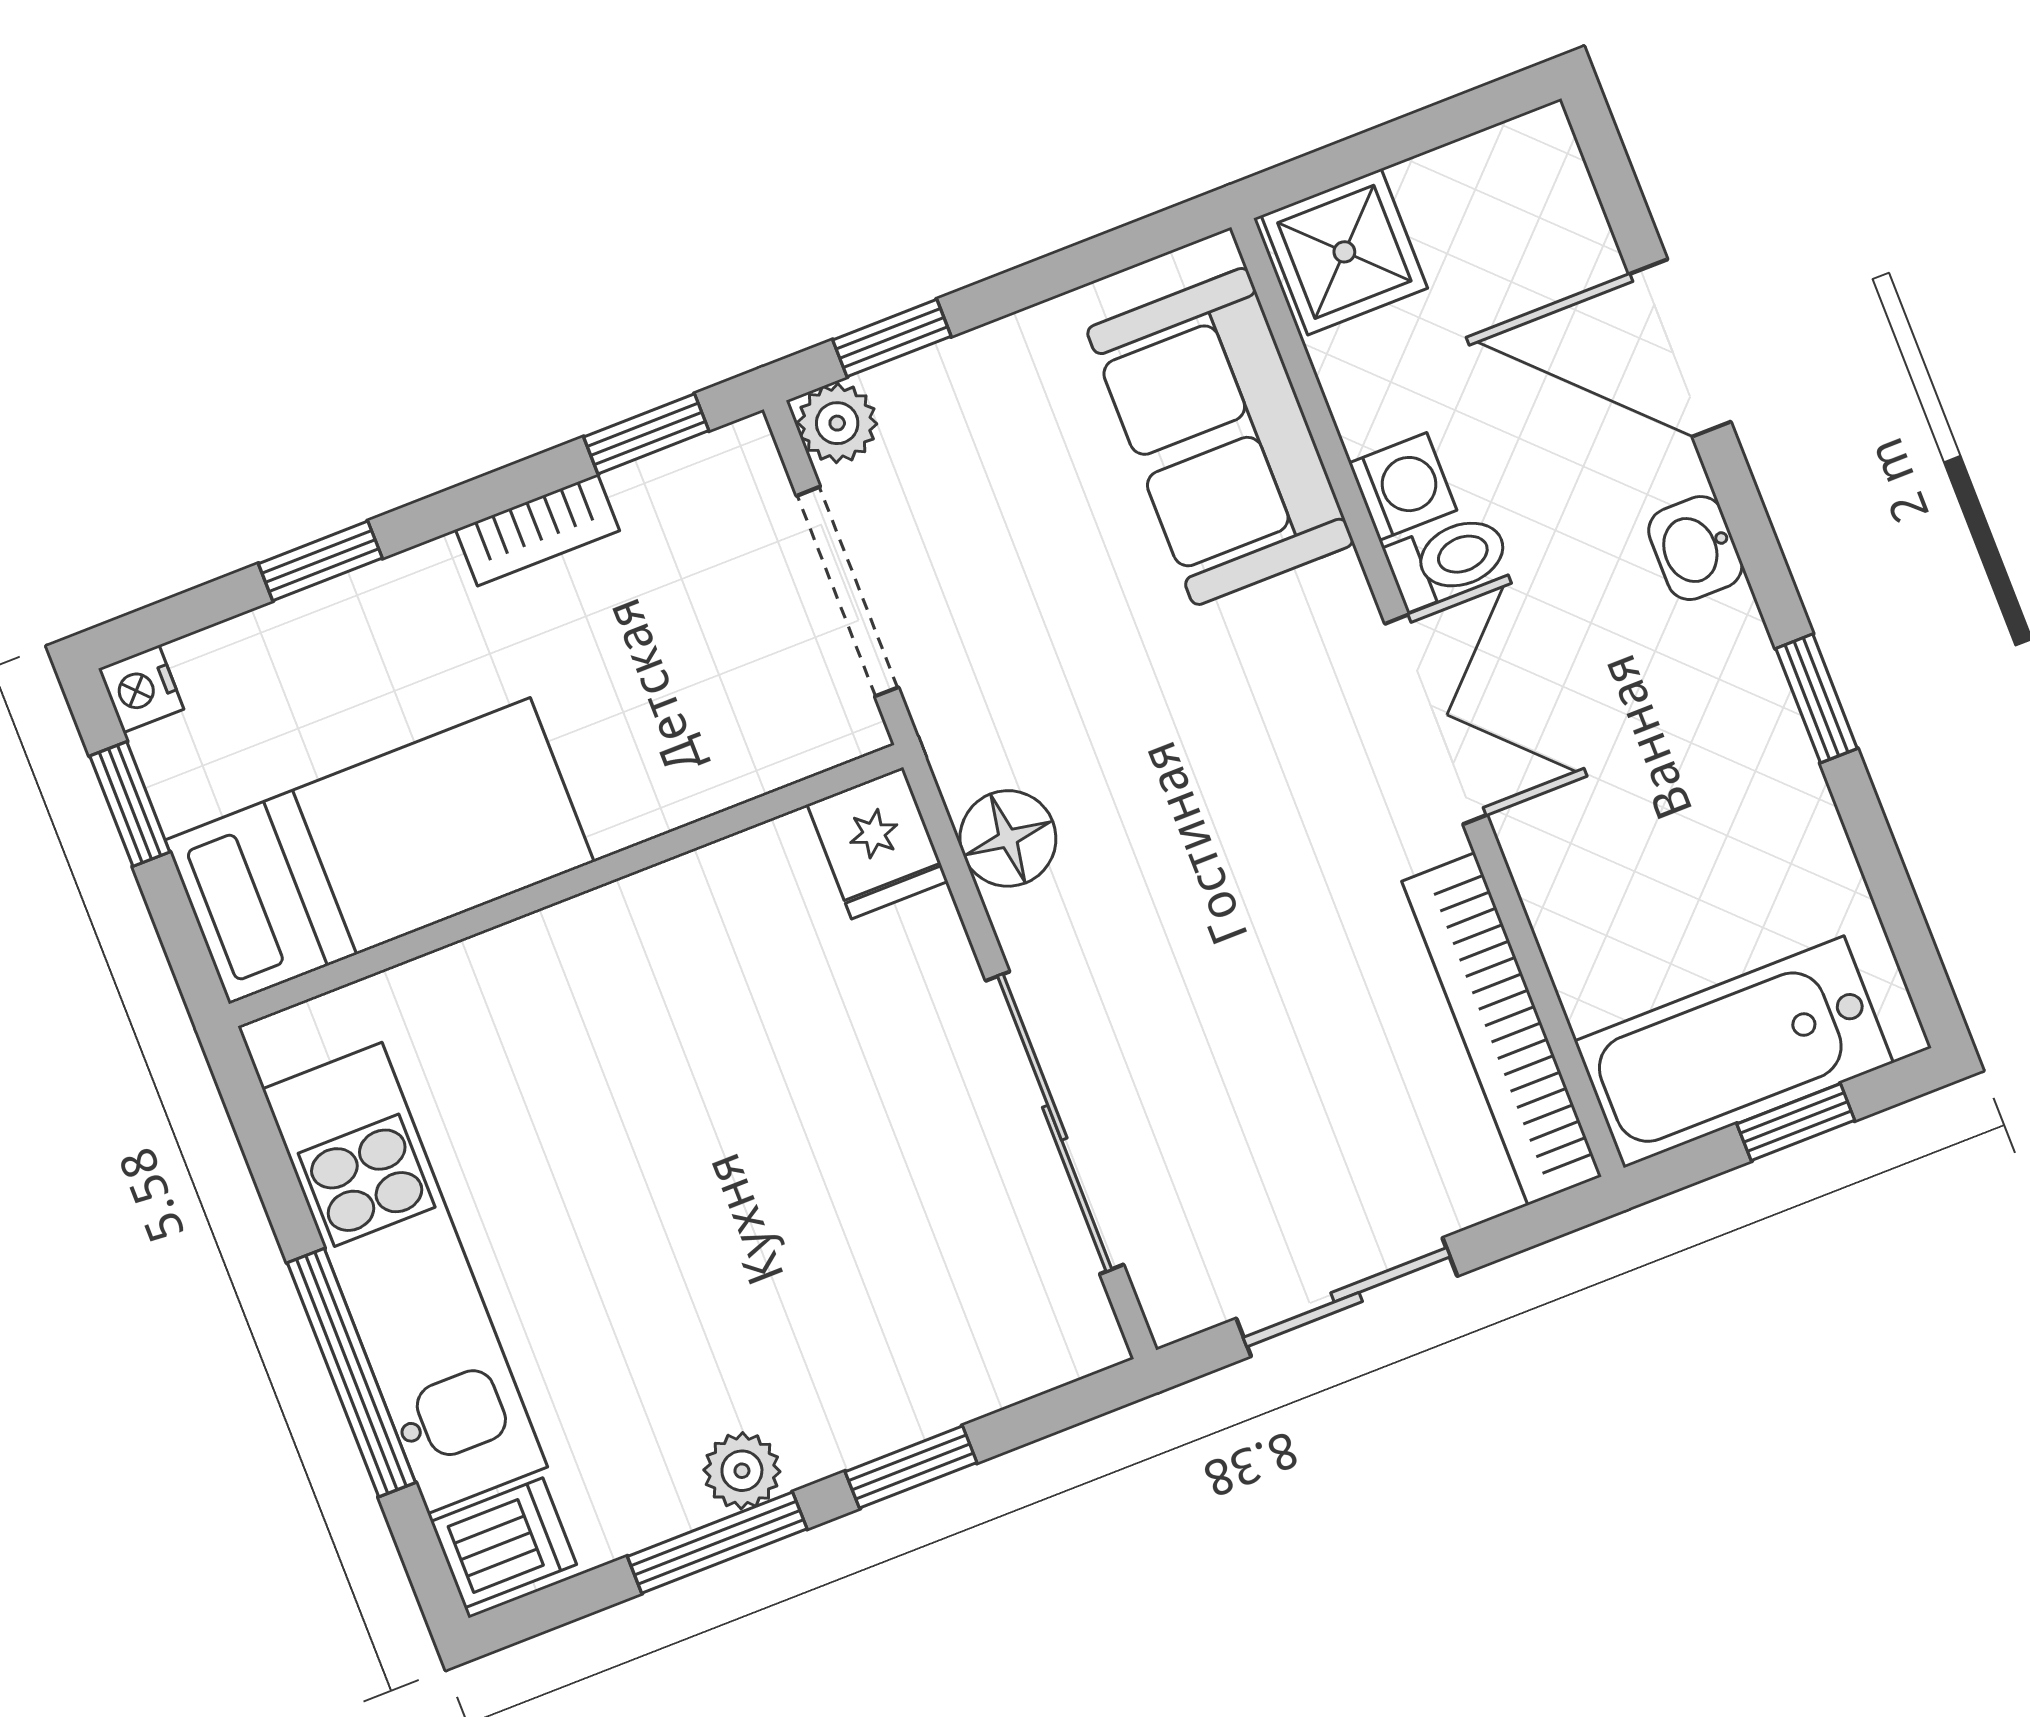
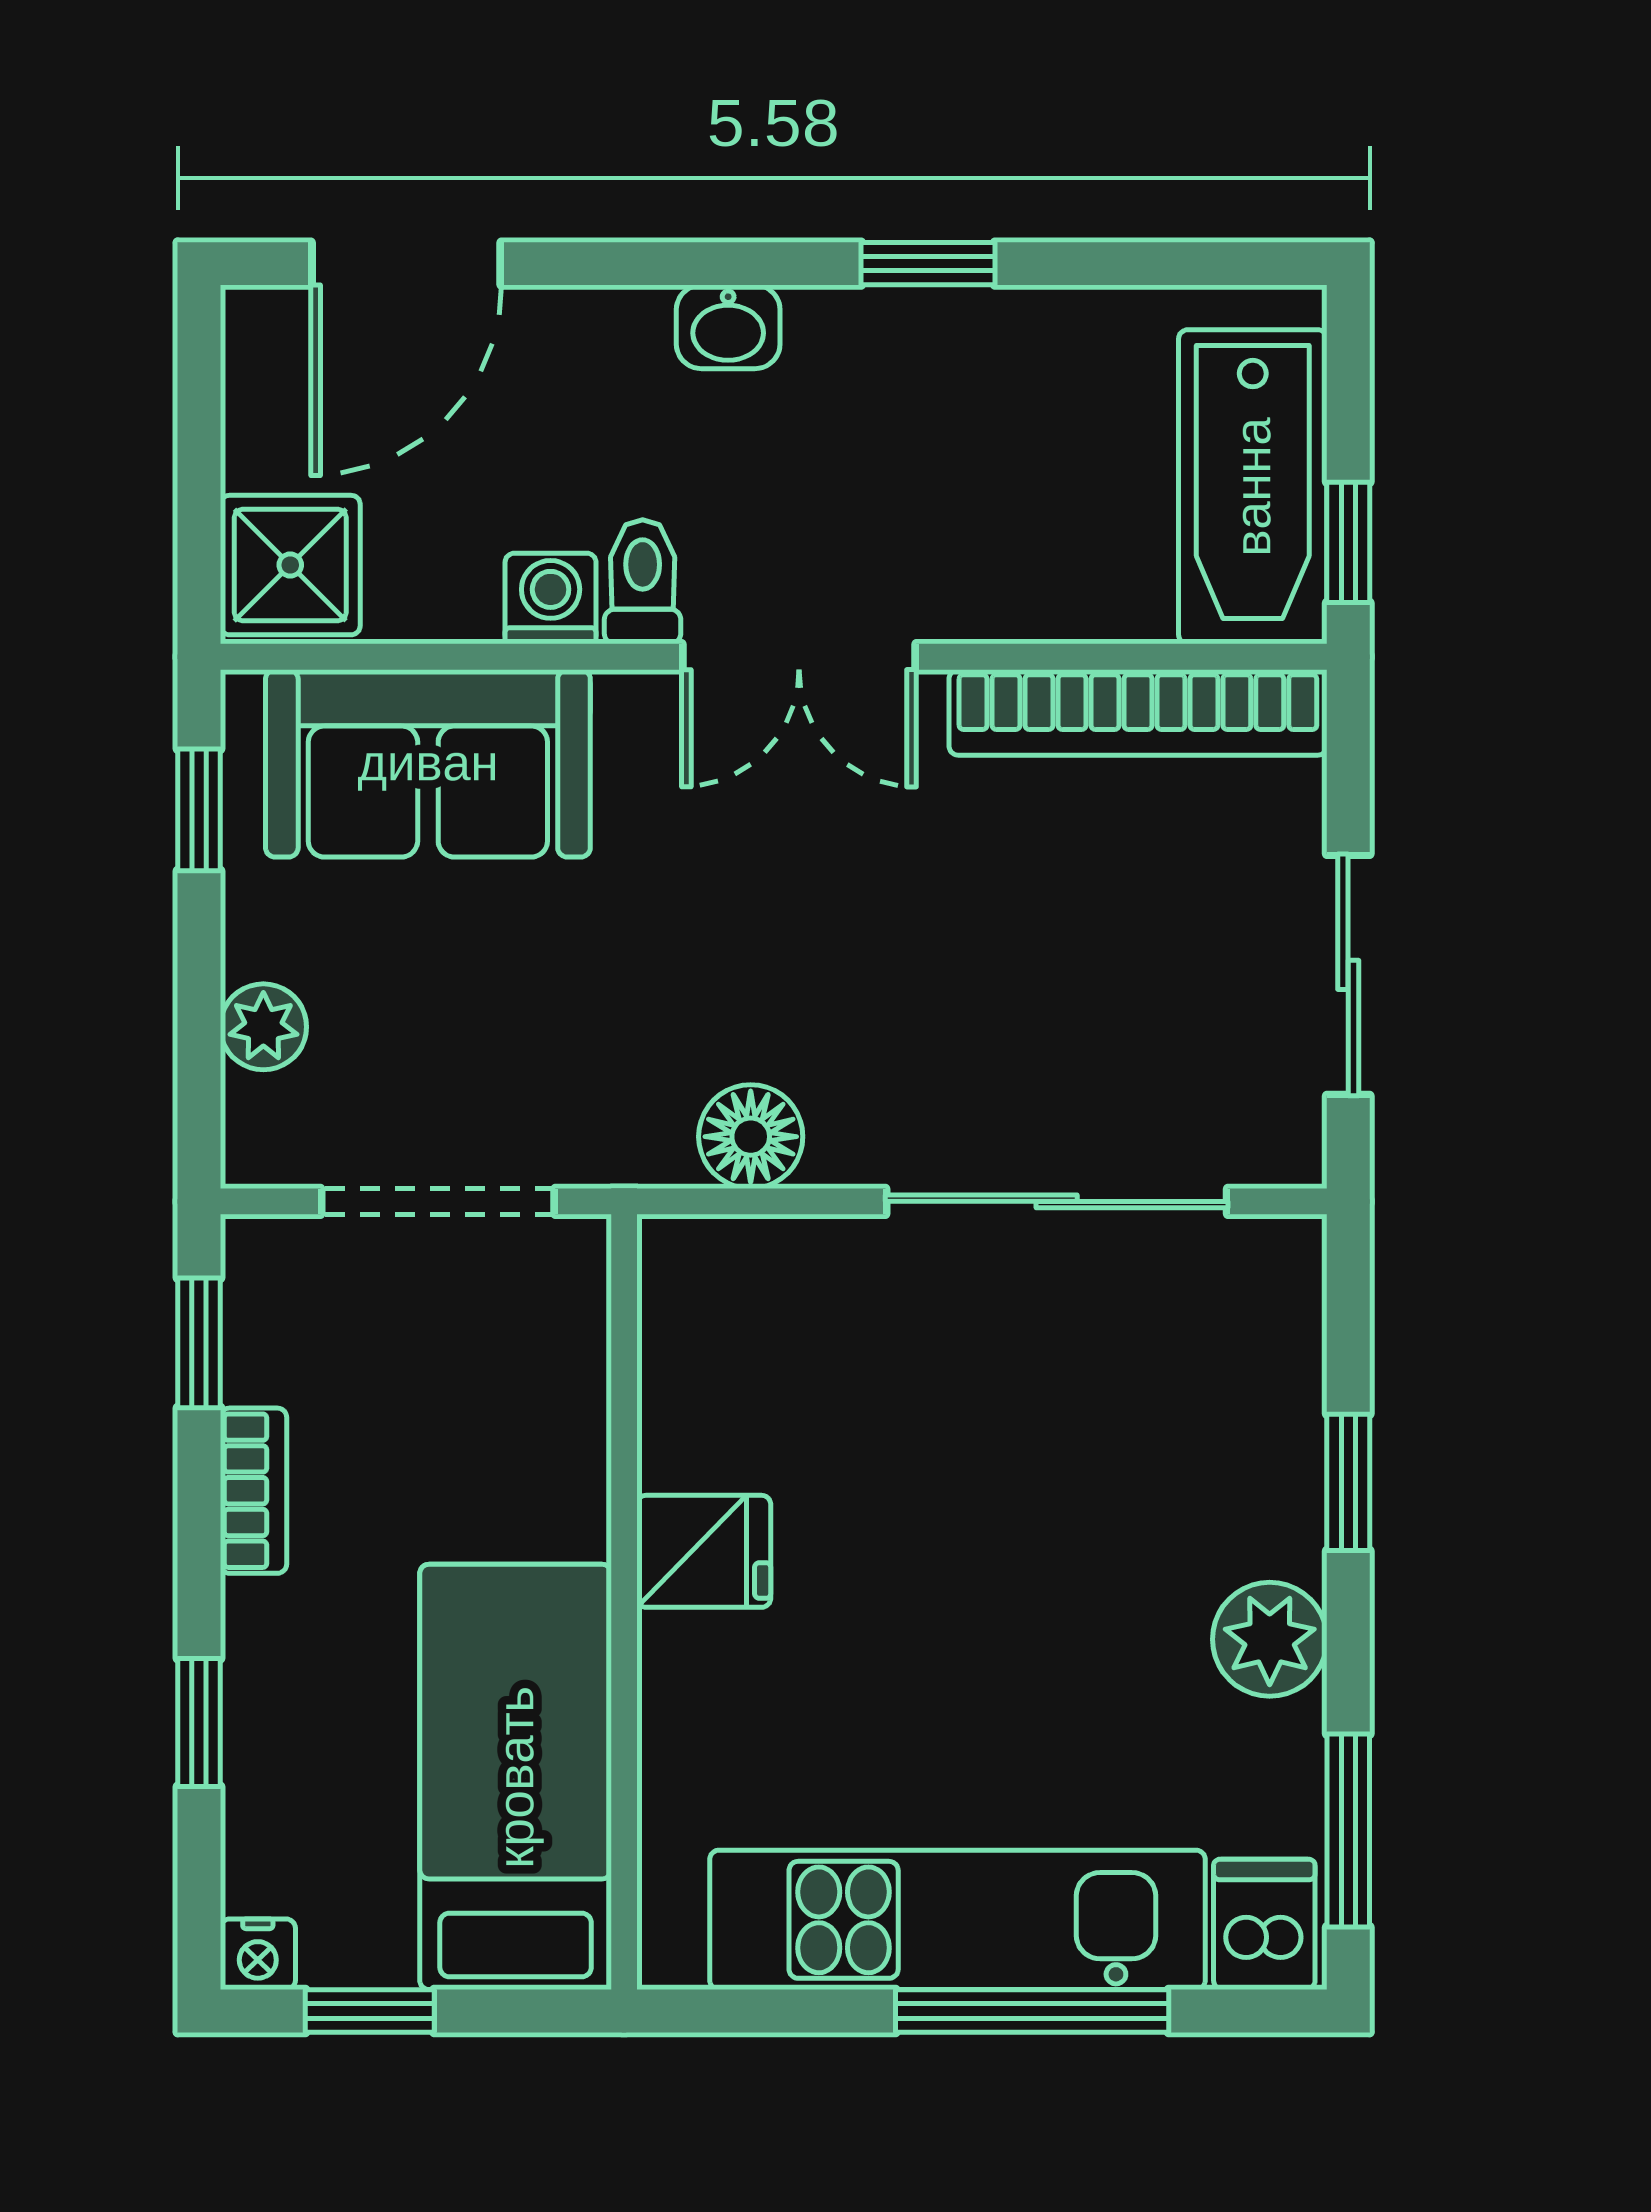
window: (892, 338) -> (199, 810), moved
door: (1680, 348) -> (406, 264), moved
plant: (837, 423) -> (263, 1027), moved
double door: (1436, 719) -> (799, 657), swing flipped
fridge: (877, 843) -> (704, 1551), moved
window: (1796, 1122) -> (1348, 542), moved
plant: (742, 1471) -> (1270, 1639), width x1.38, depth x1.38
window: (717, 1543) -> (1348, 1831), moved

